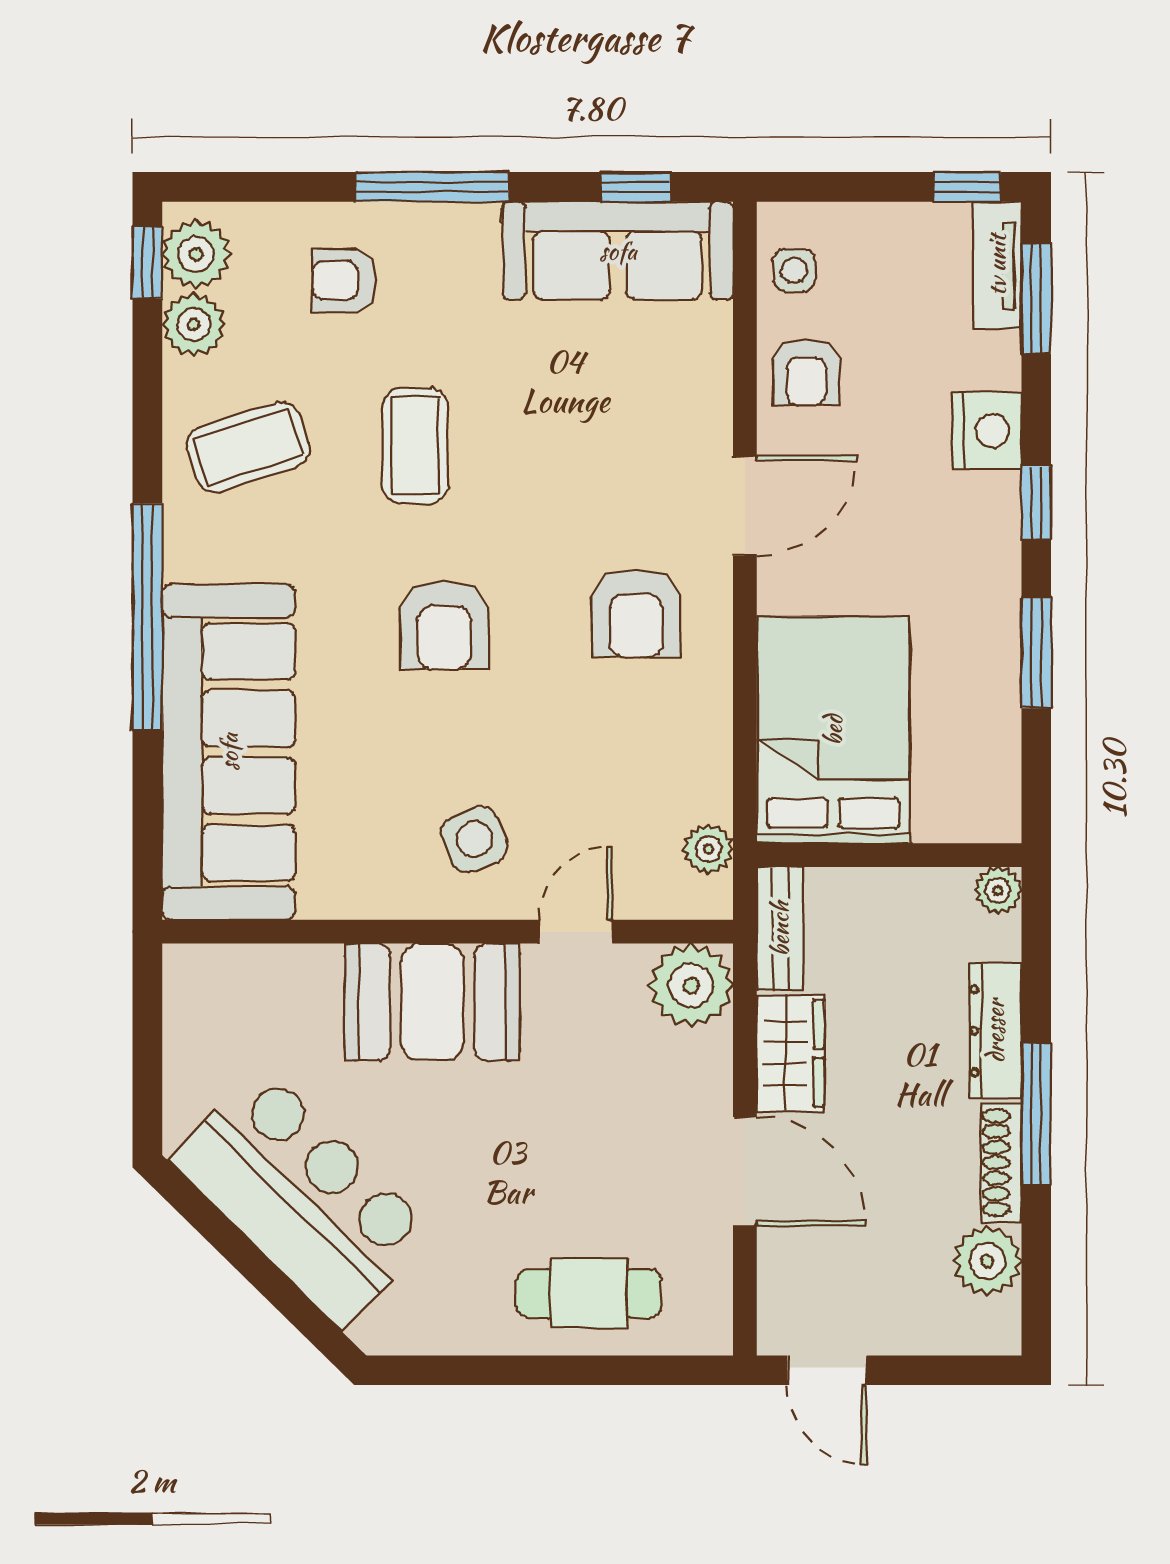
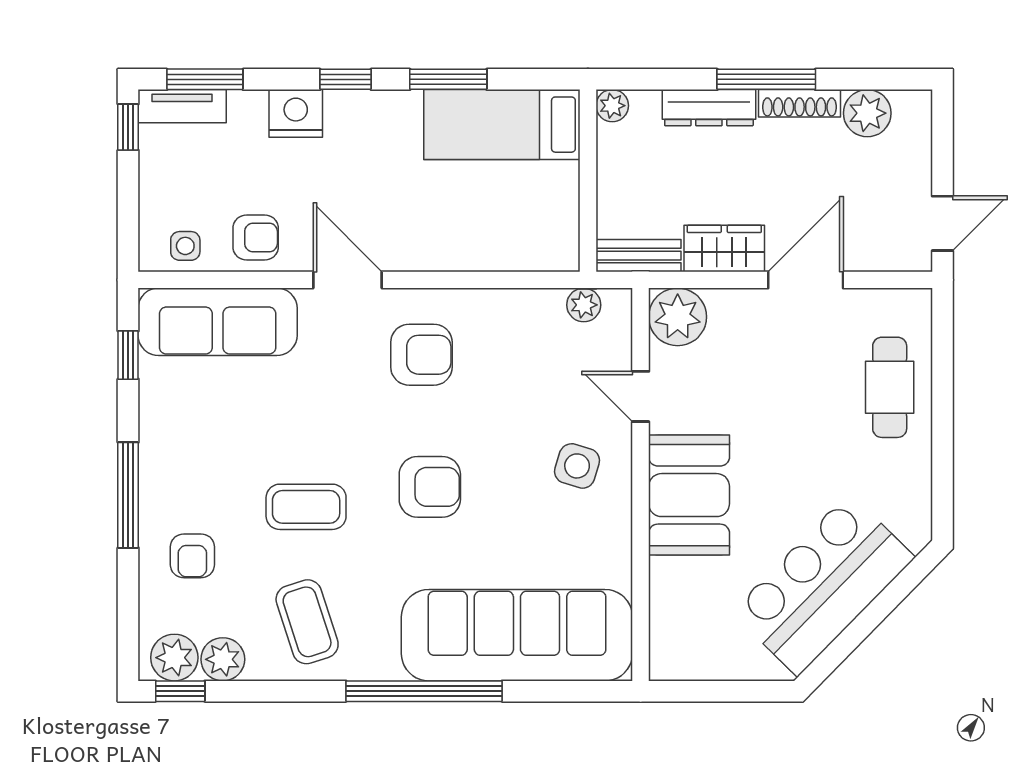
sofa: (618, 251) -> (218, 322), moved, turned 90
bed: (833, 730) -> (502, 125), moved, width x0.67
side table: (475, 839) -> (577, 466), turned 38

